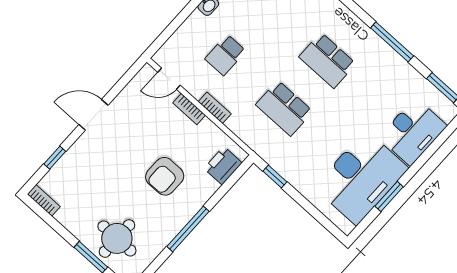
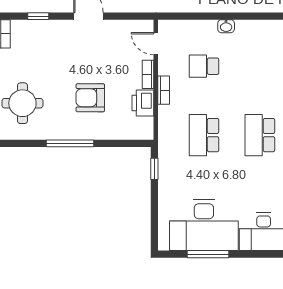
printer: (223, 166) -> (143, 103), moved, turned -90
window: (389, 197) -> (208, 254), width x1.44

